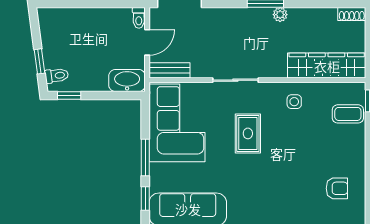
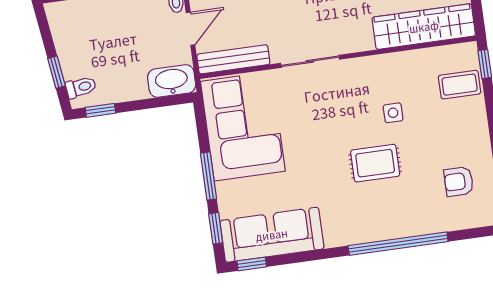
bench: (169, 70) -> (233, 59), width x1.36
side table: (294, 102) -> (393, 113), moved
rug: (248, 133) -> (375, 163), moved, turned 90
armchair: (337, 188) -> (459, 181), turned 180

